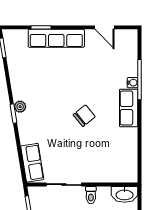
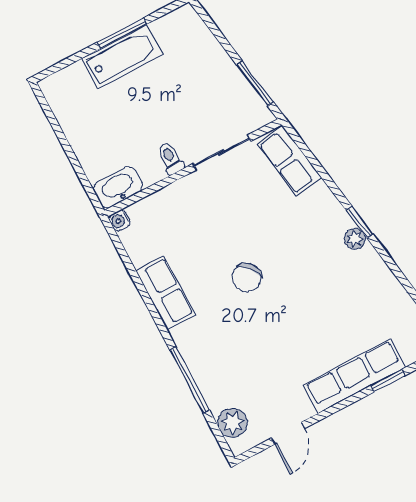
door: (105, 27) -> (288, 433), swing flipped
plant: (129, 47) -> (233, 423), added
water cooler: (132, 83) -> (120, 220), moved
row of seats: (129, 108) -> (165, 293), moved

